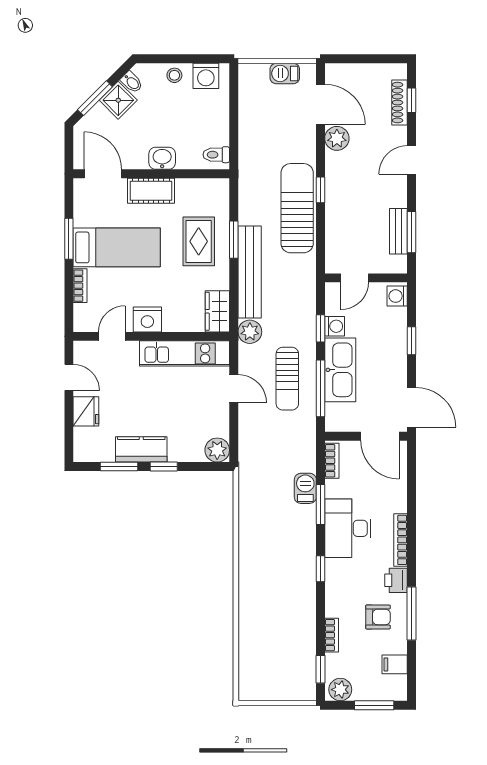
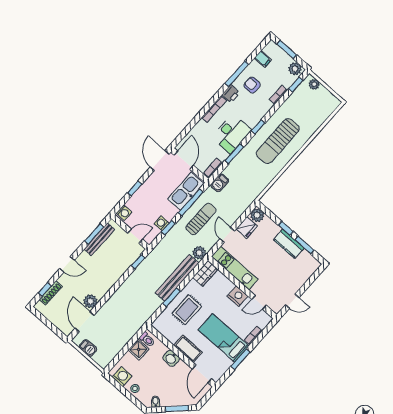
shower: (118, 100) -> (139, 349), moved, turned 45
window: (320, 190) -> (138, 262), moved
sun lounger: (297, 208) -> (278, 141), moved
bench: (398, 231) -> (99, 239), width x1.36
kitchen sink: (340, 370) -> (186, 191), moved
door: (69, 377) -> (292, 301), swing flipped
fridge: (86, 411) -> (247, 227), moved, turned 180
barbecue: (305, 488) -> (220, 183), moved
plant: (297, 692) -> (314, 84), added

